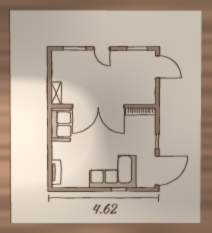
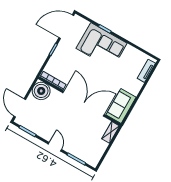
boiler: (146, 95) -> (41, 91), added

